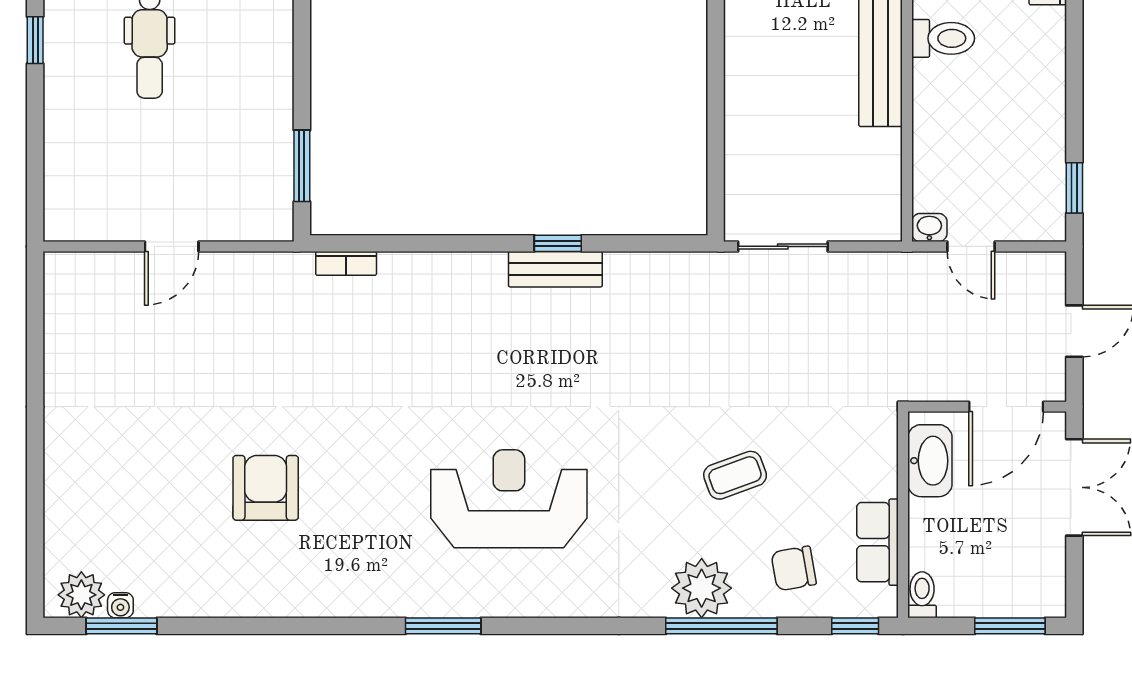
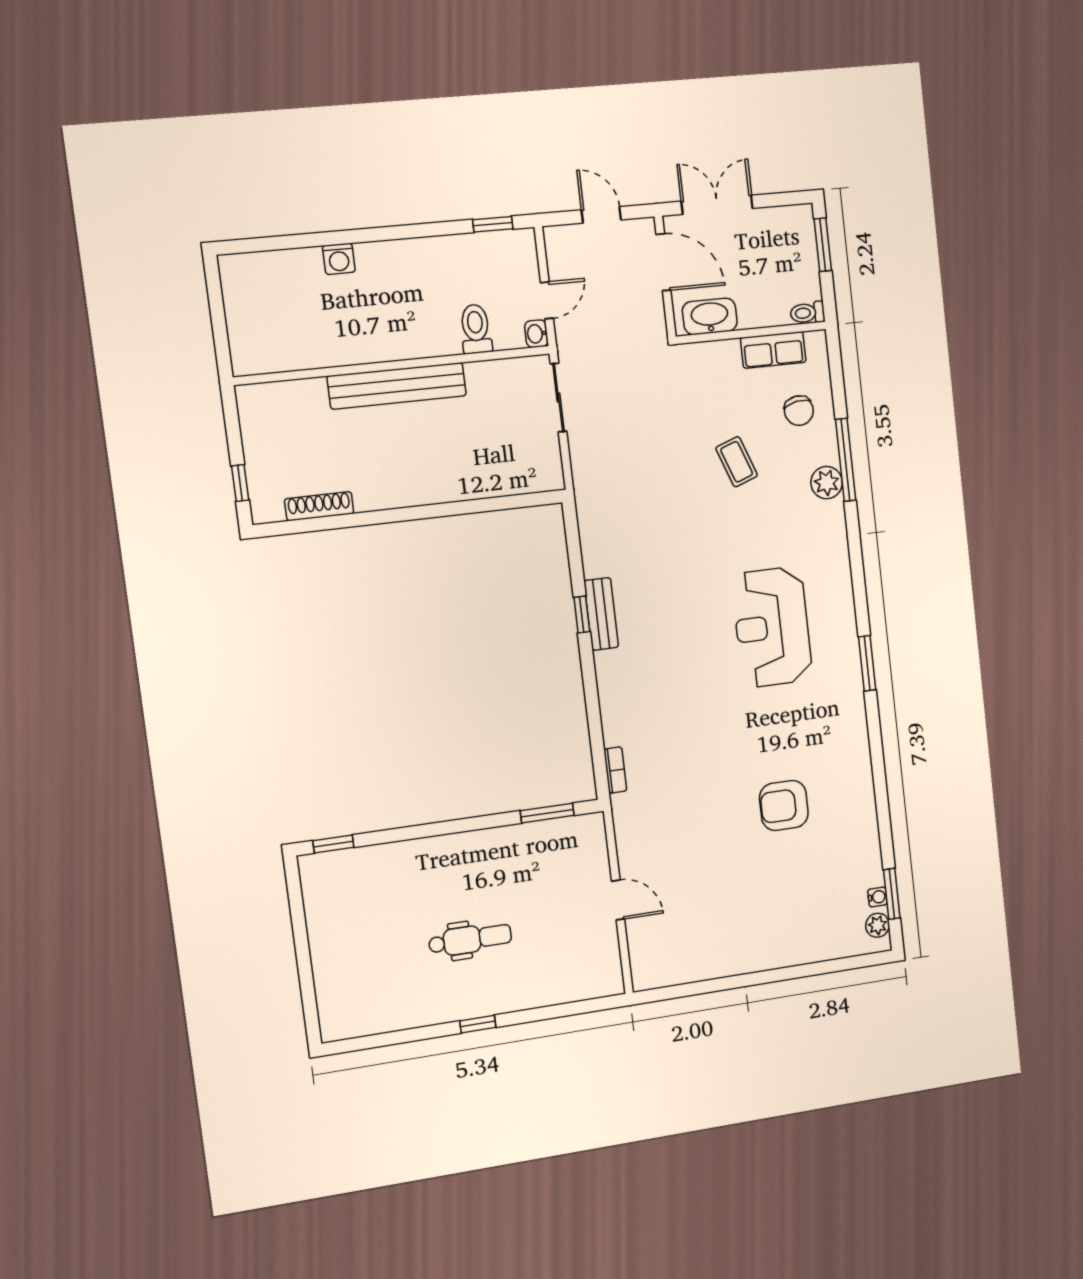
toilet: (943, 38) -> (476, 329), moved
sliding door: (783, 246) -> (558, 398), moved
plant: (702, 588) -> (827, 483), width x0.73, depth x0.73
plant: (81, 595) -> (878, 925), width x0.73, depth x0.73
window: (855, 626) -> (835, 361), removed

